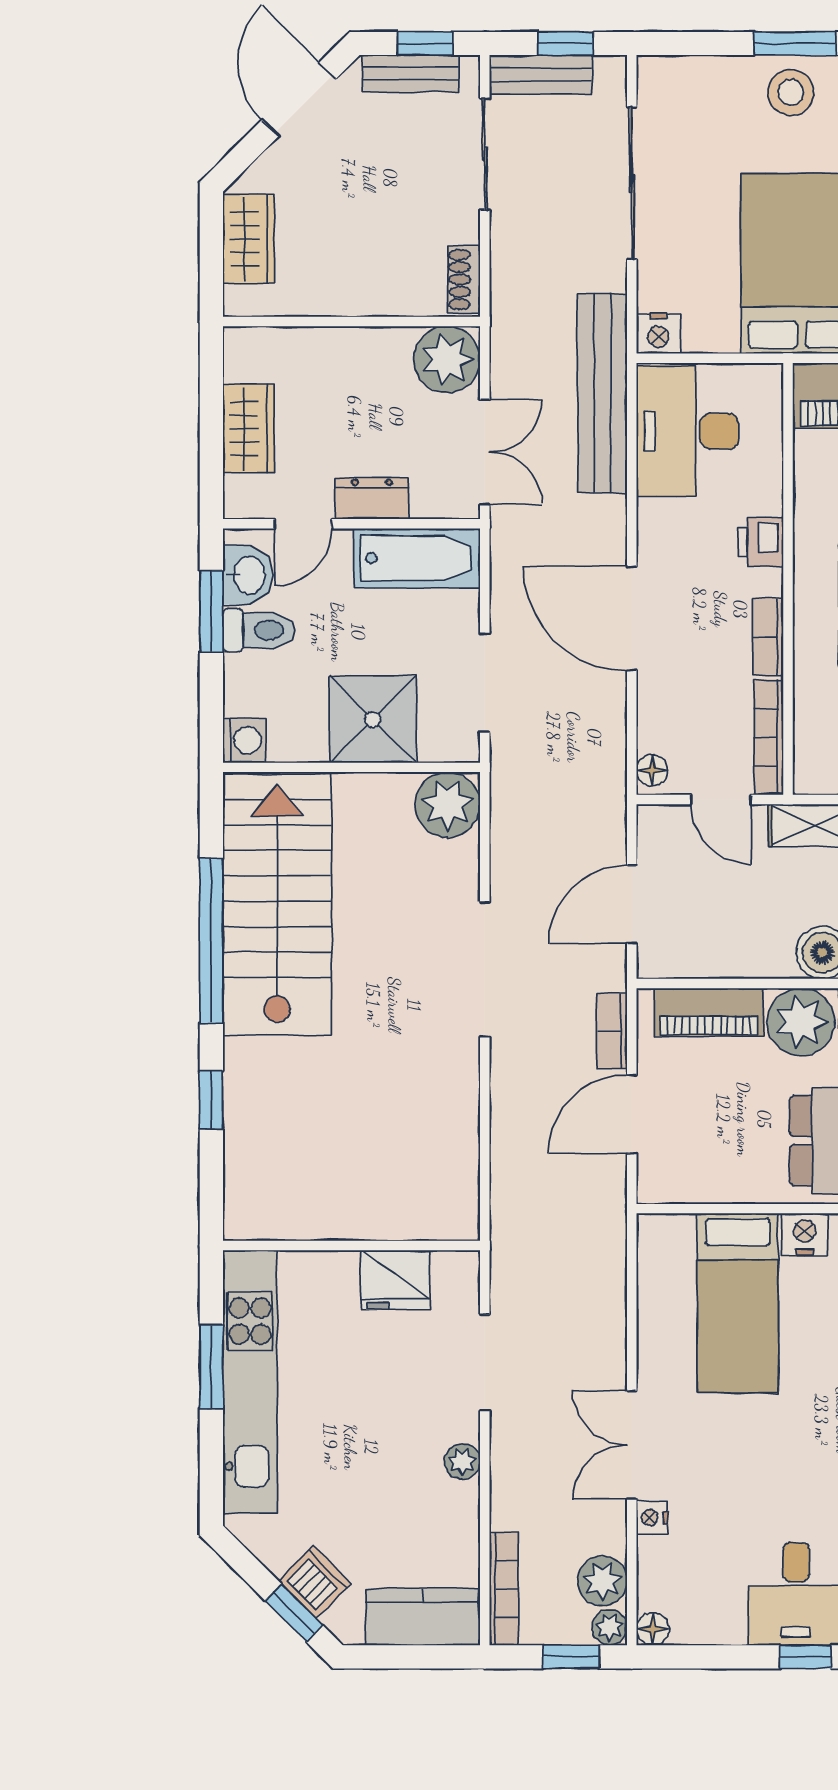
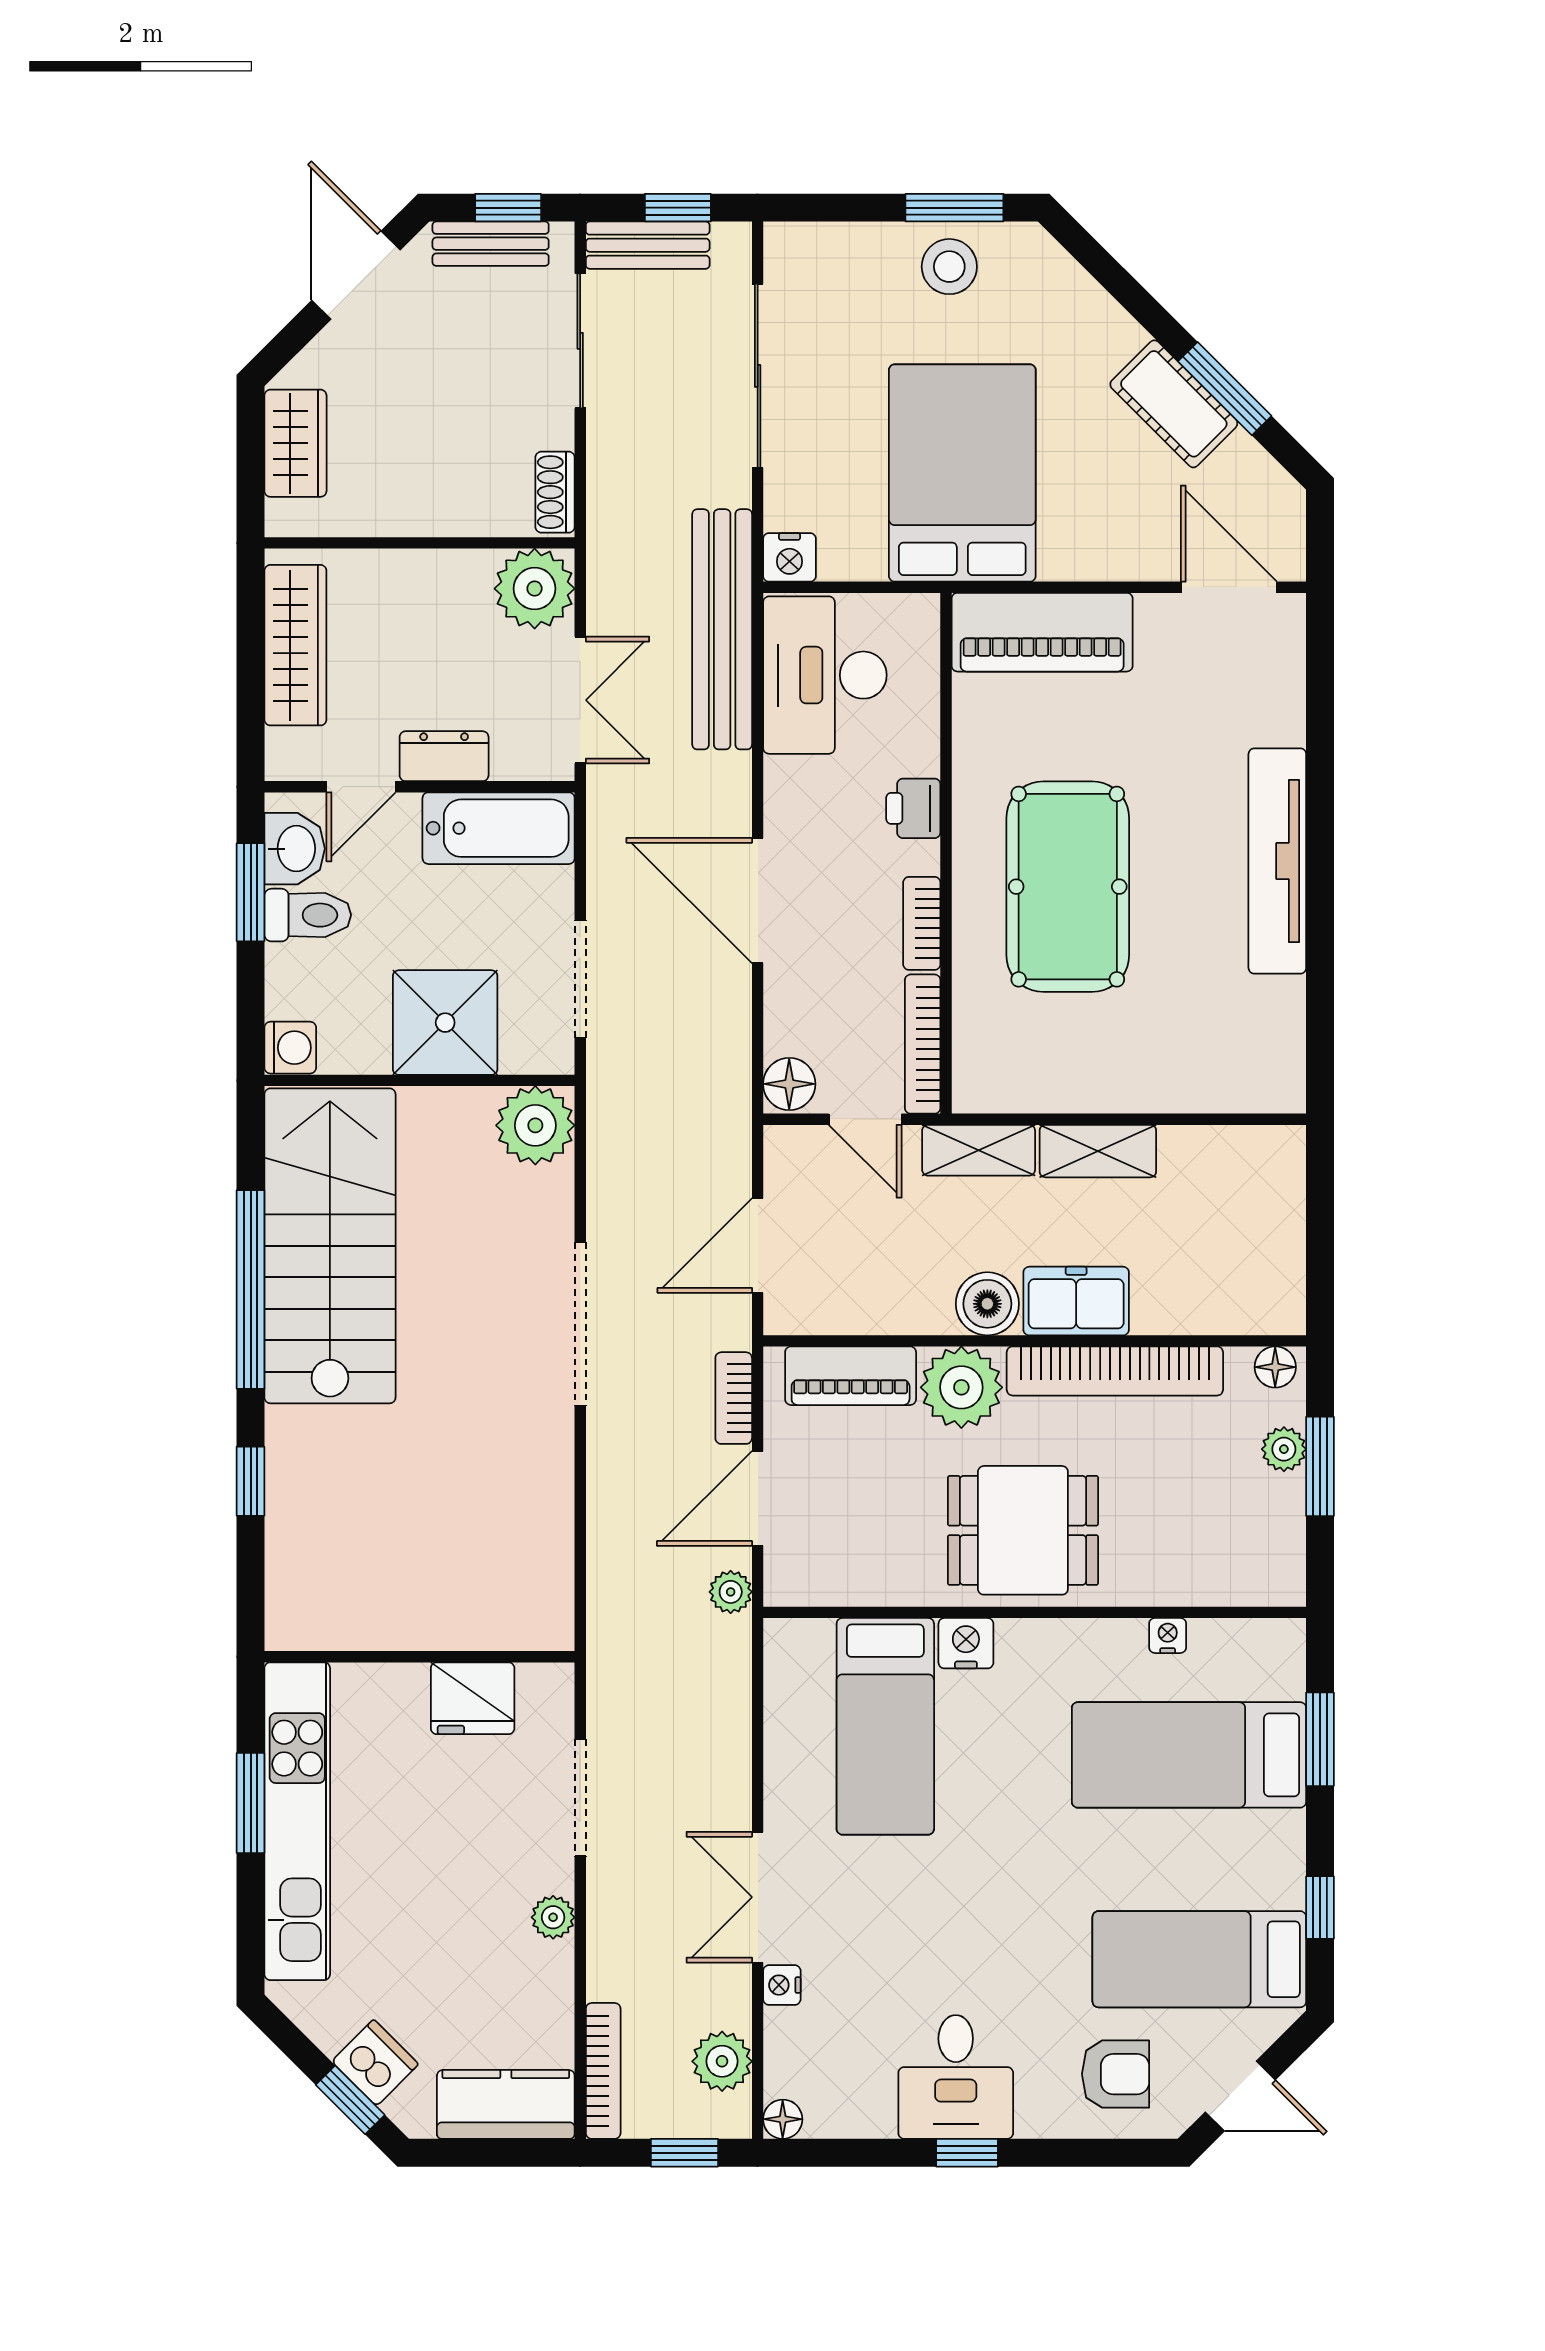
wardrobe: (248, 429) -> (295, 645), width x1.50
floor lamp: (652, 770) -> (789, 1084), width x1.37, depth x1.37
plant: (609, 1627) -> (731, 1592), moved

